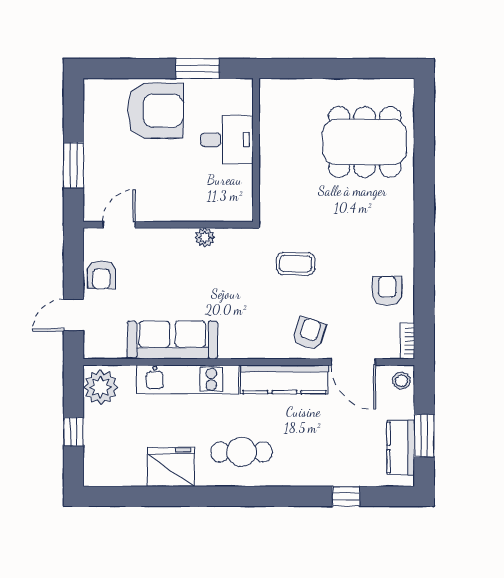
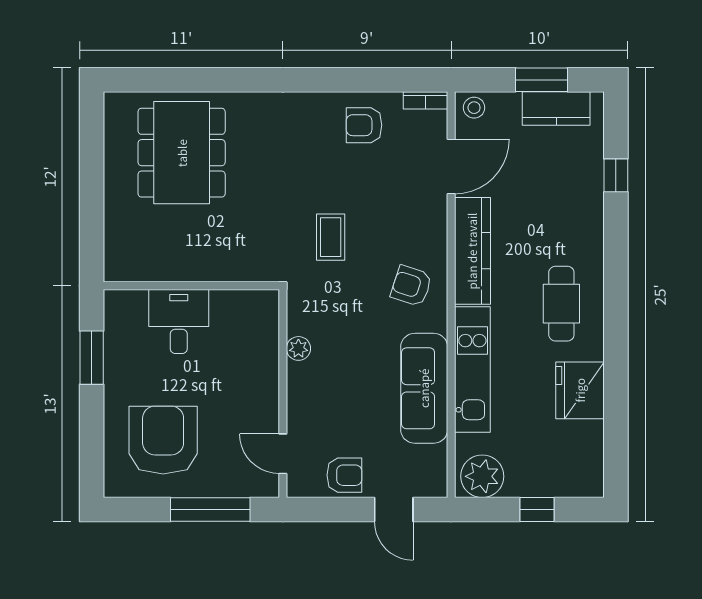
armchair: (155, 111) -> (163, 440), moved
window: (73, 165) -> (210, 510), width x1.44
armchair: (309, 333) -> (411, 286), moved

